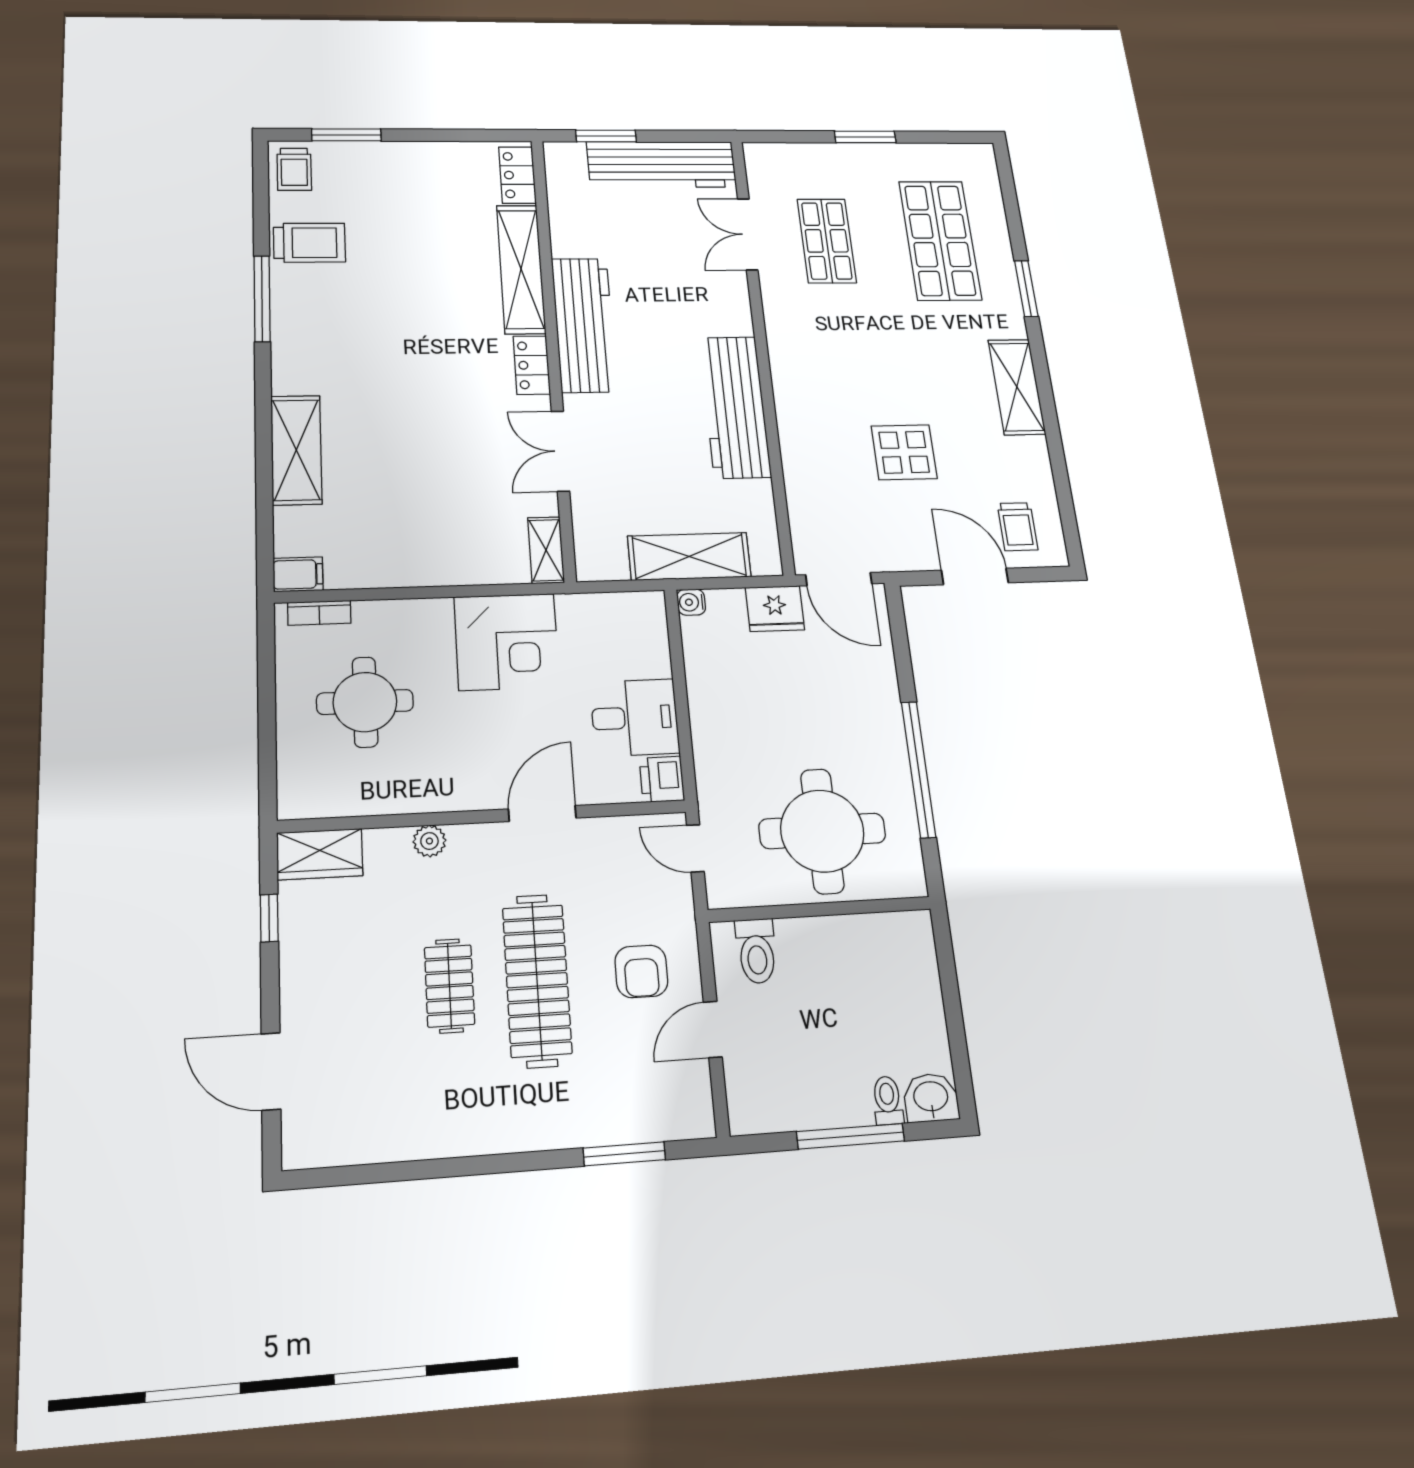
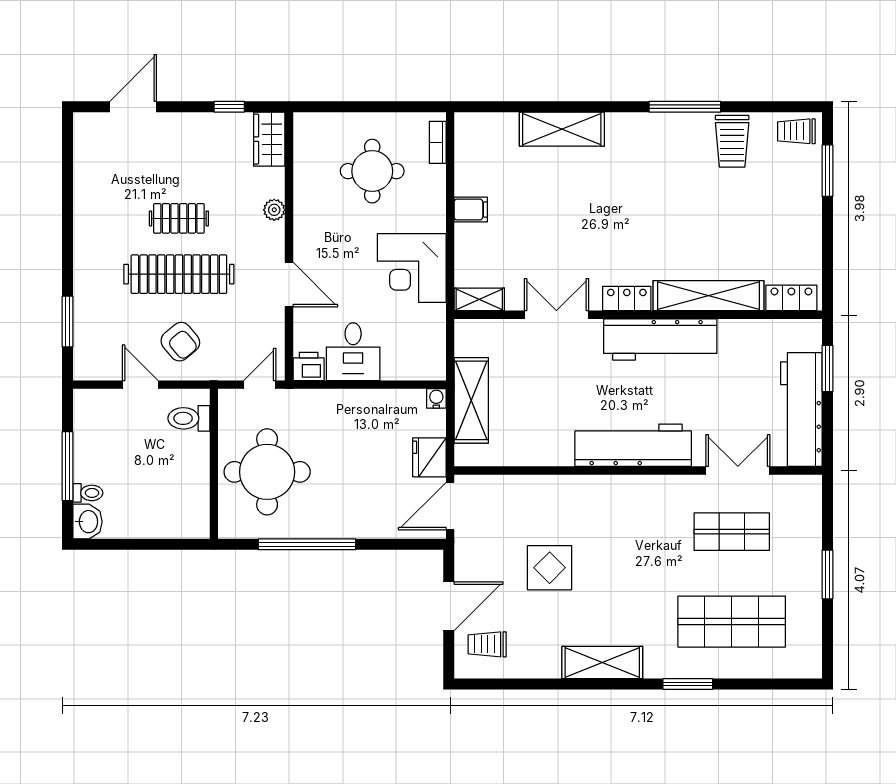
workbench: (735, 407) -> (633, 445), moved
filing cabinet: (298, 574) -> (471, 209), moved, turned -90
armchair: (641, 971) -> (180, 342), turned -130

